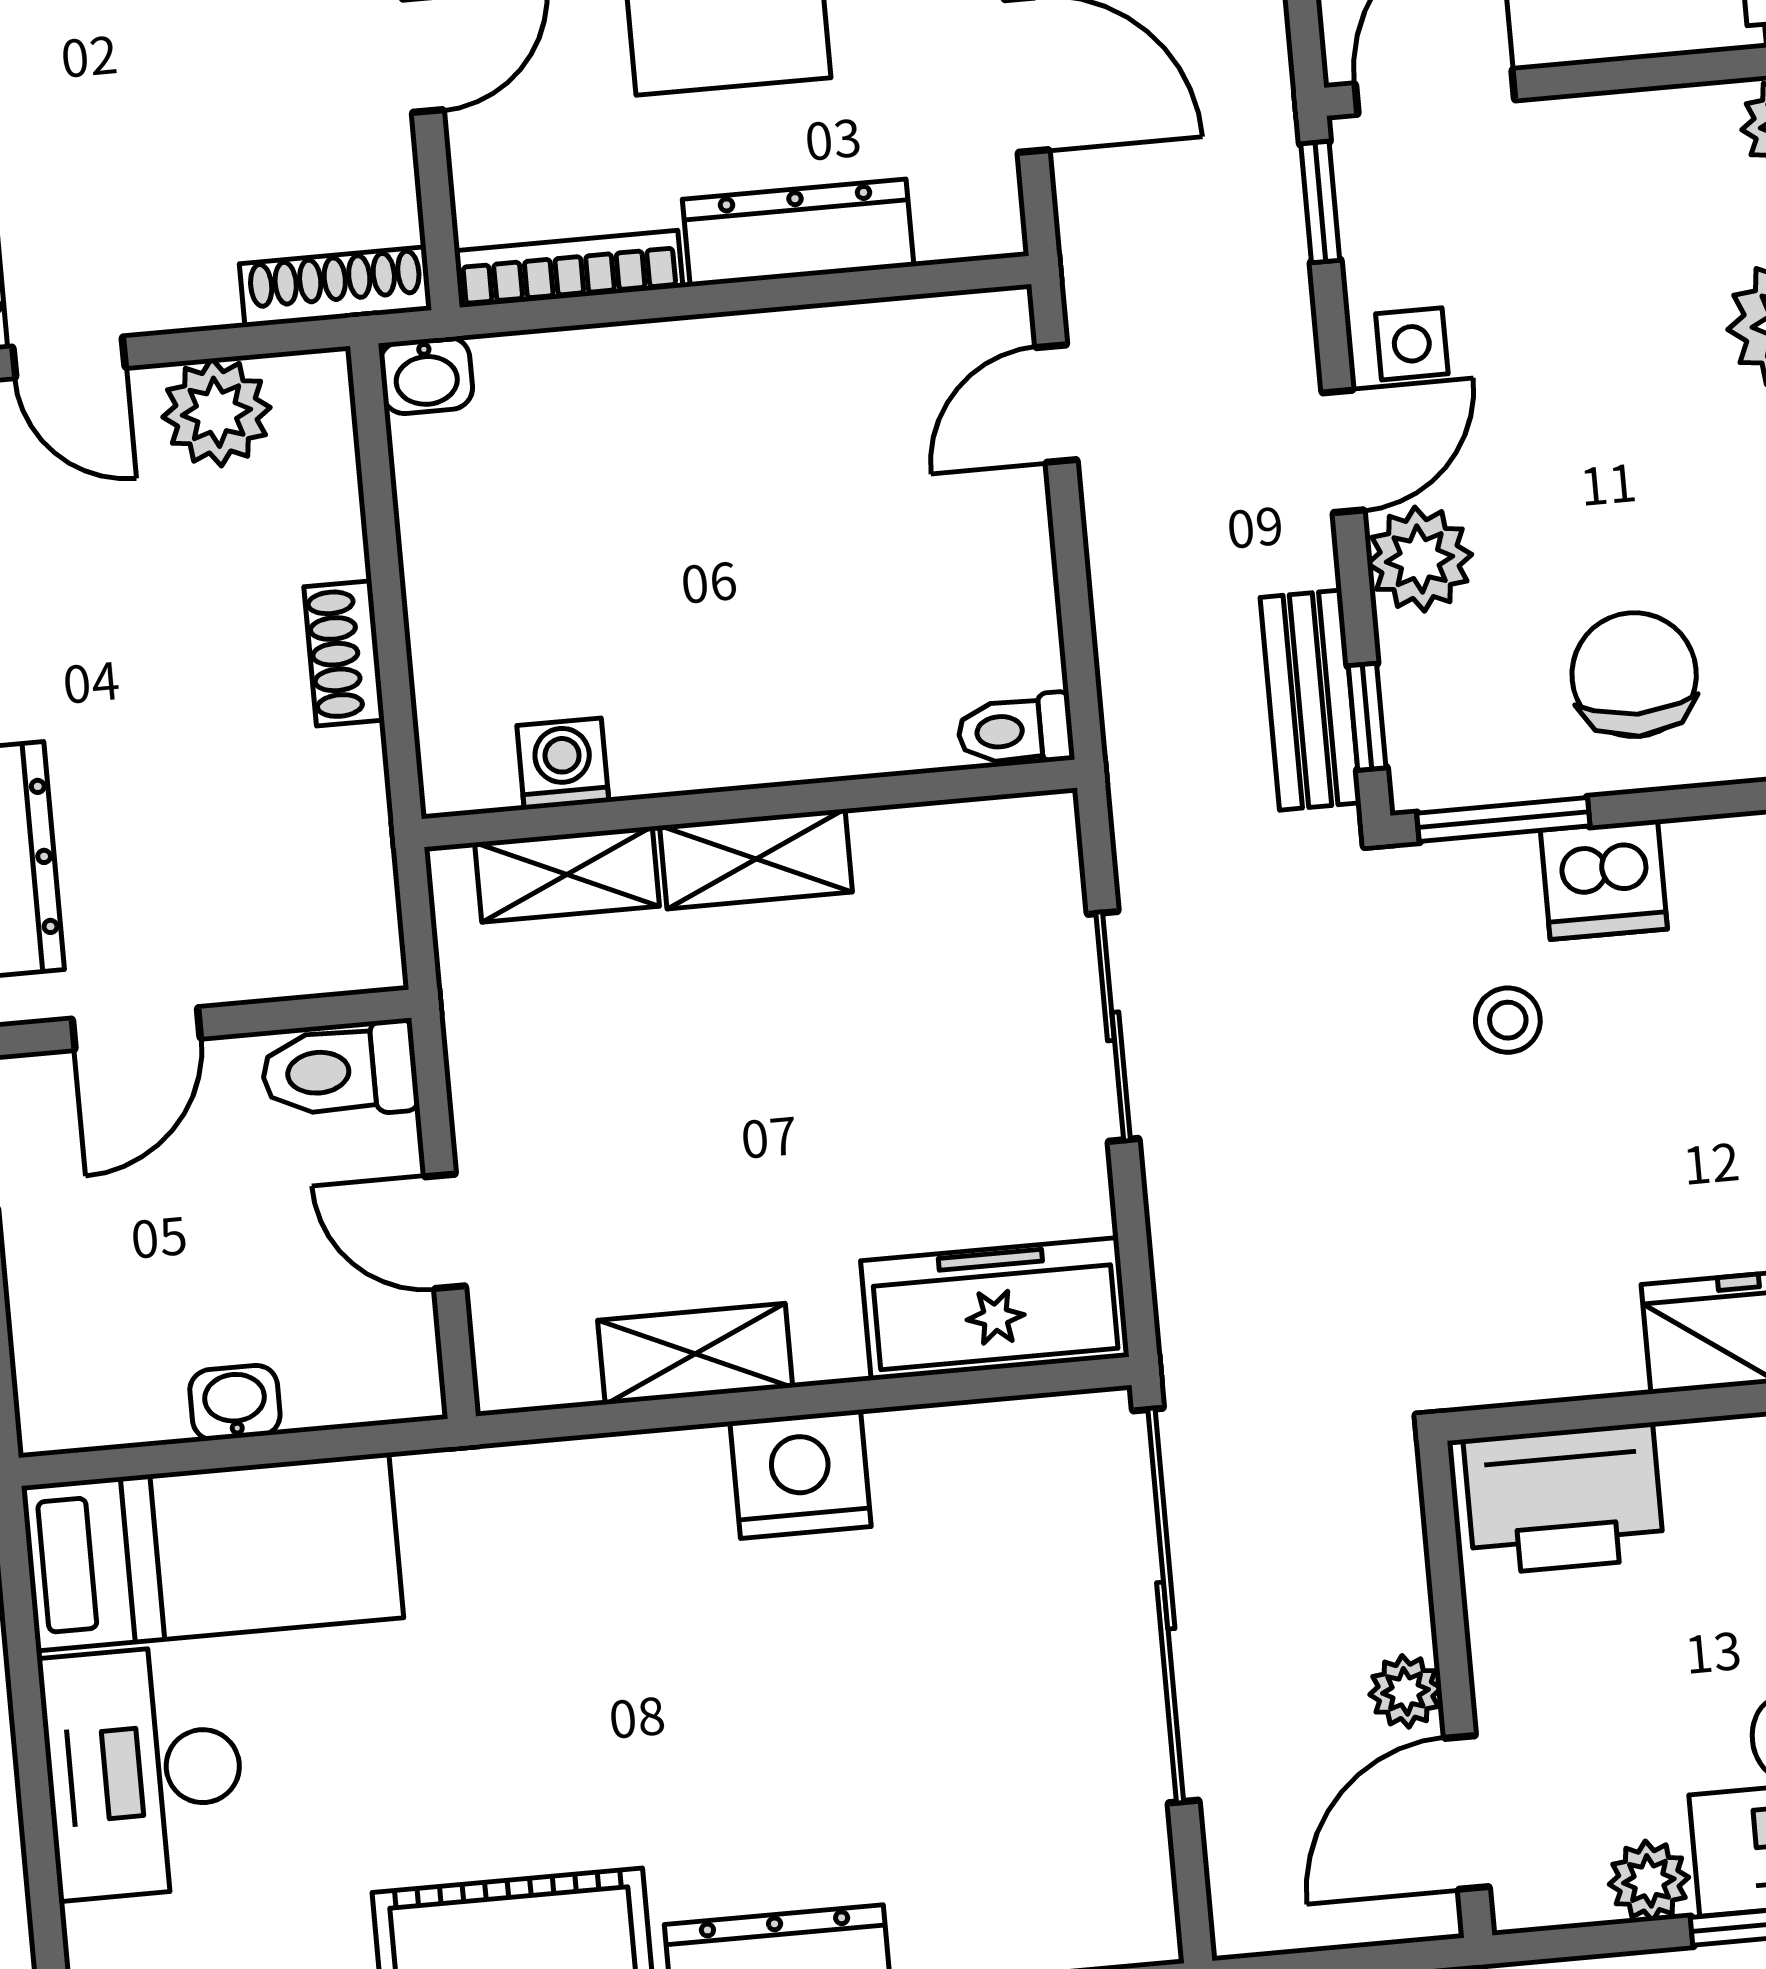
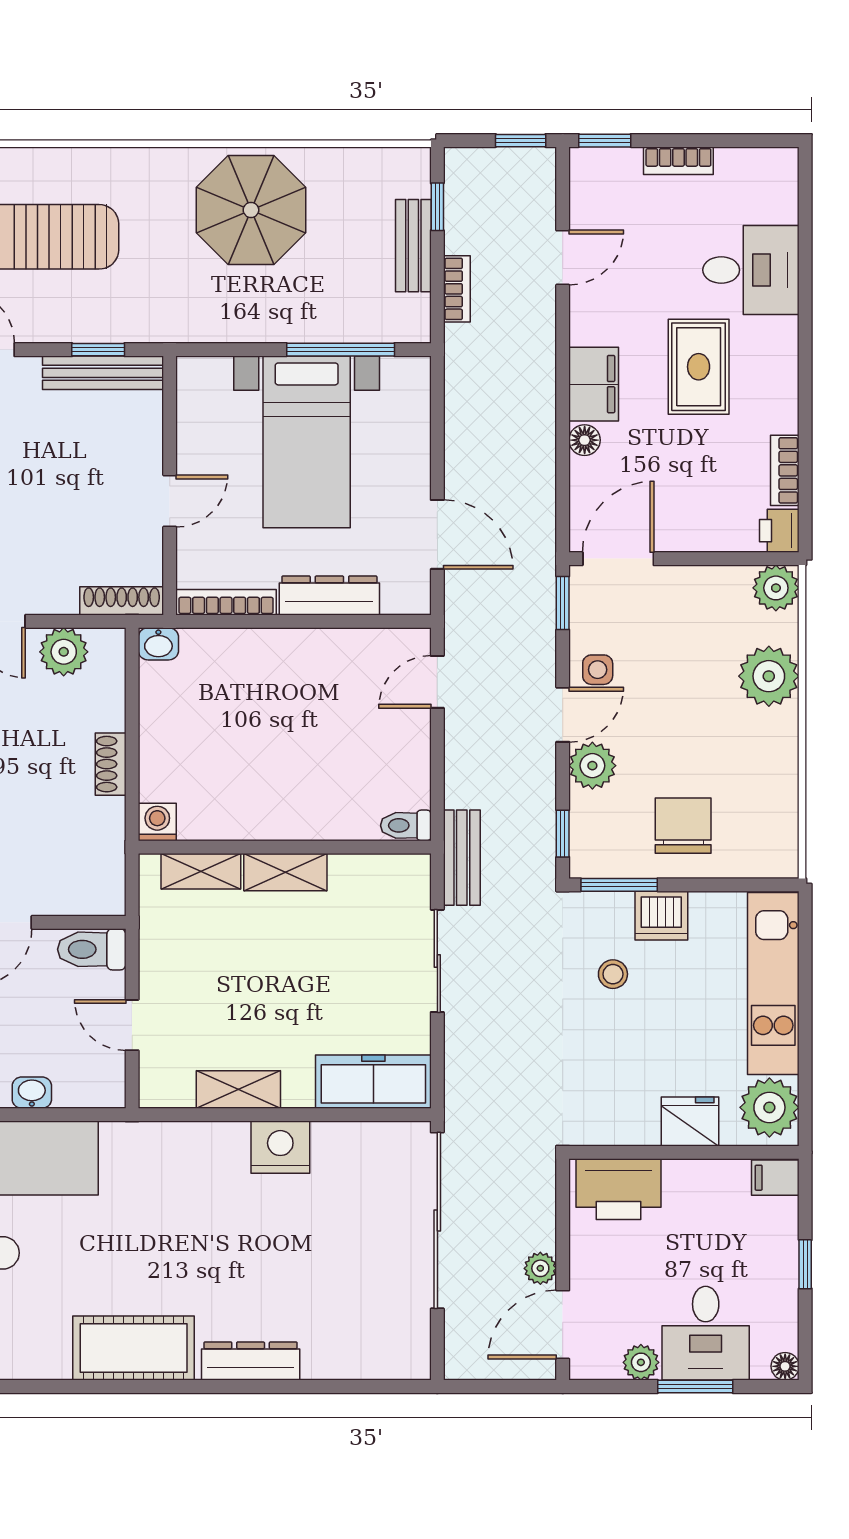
bench: (1311, 700) -> (462, 858), moved
washing machine: (563, 764) -> (157, 822), moved

